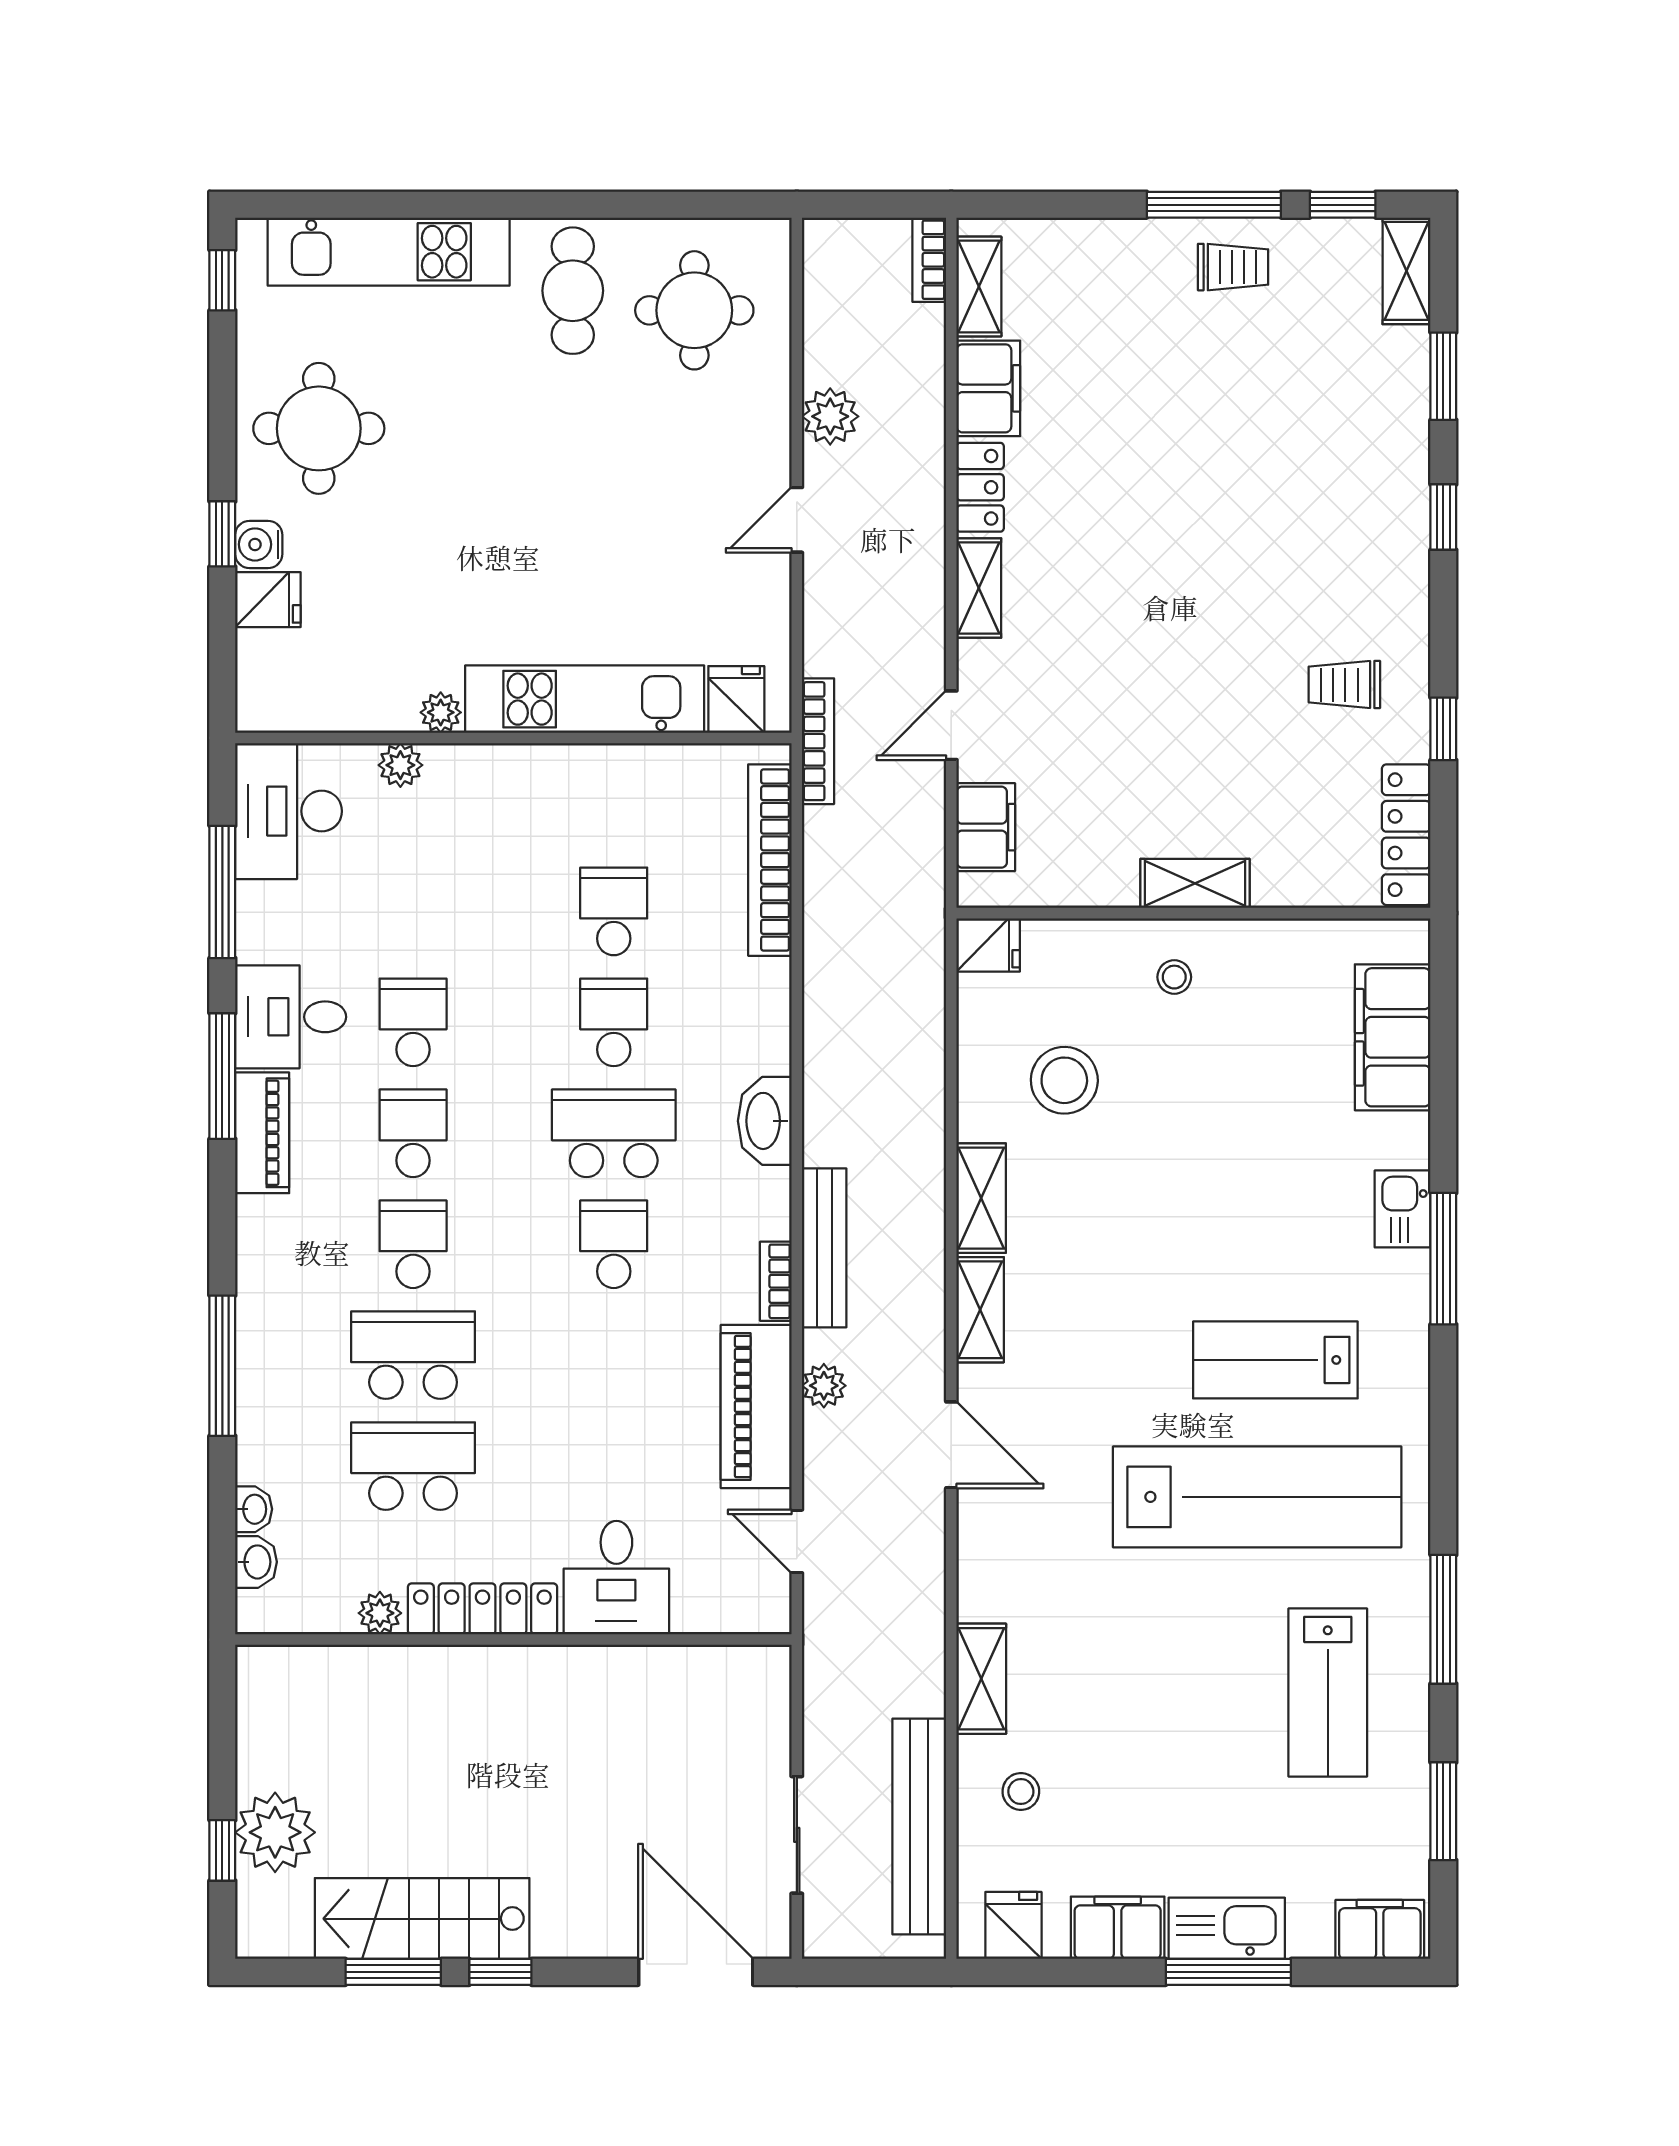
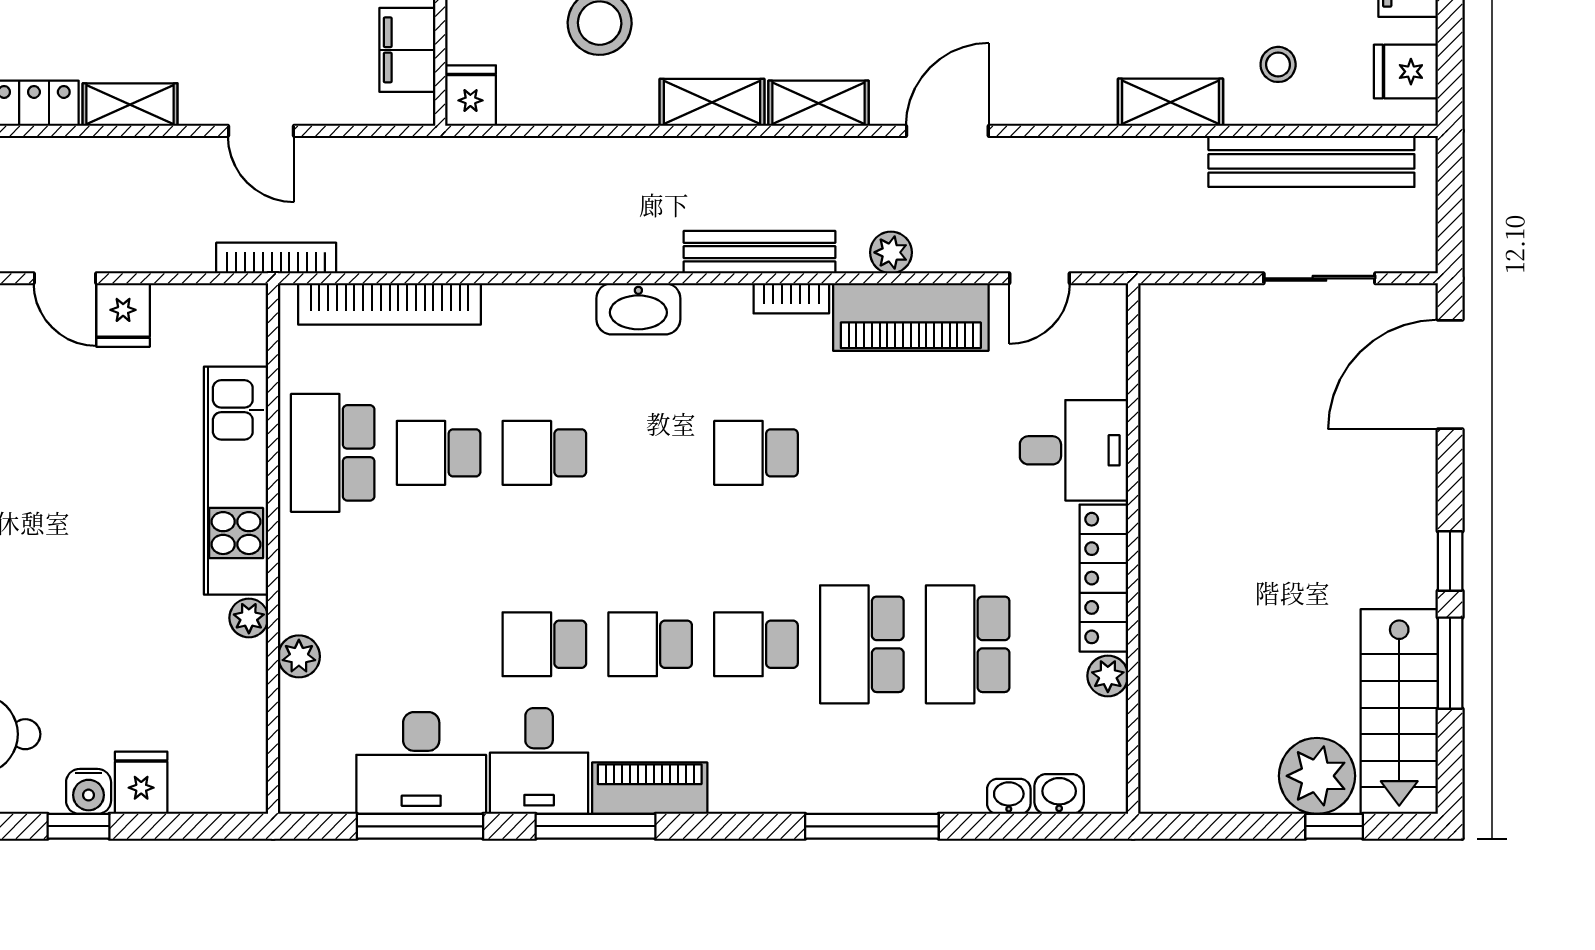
fridge: (736, 699) -> (123, 315), moved, turned -90
desk: (289, 811) -> (421, 763), moved
filing cabinet: (986, 827) -> (407, 50), moved, turned -90
school desk: (614, 1133) -> (333, 453), moved
stairs: (422, 1919) -> (1399, 712), moved

